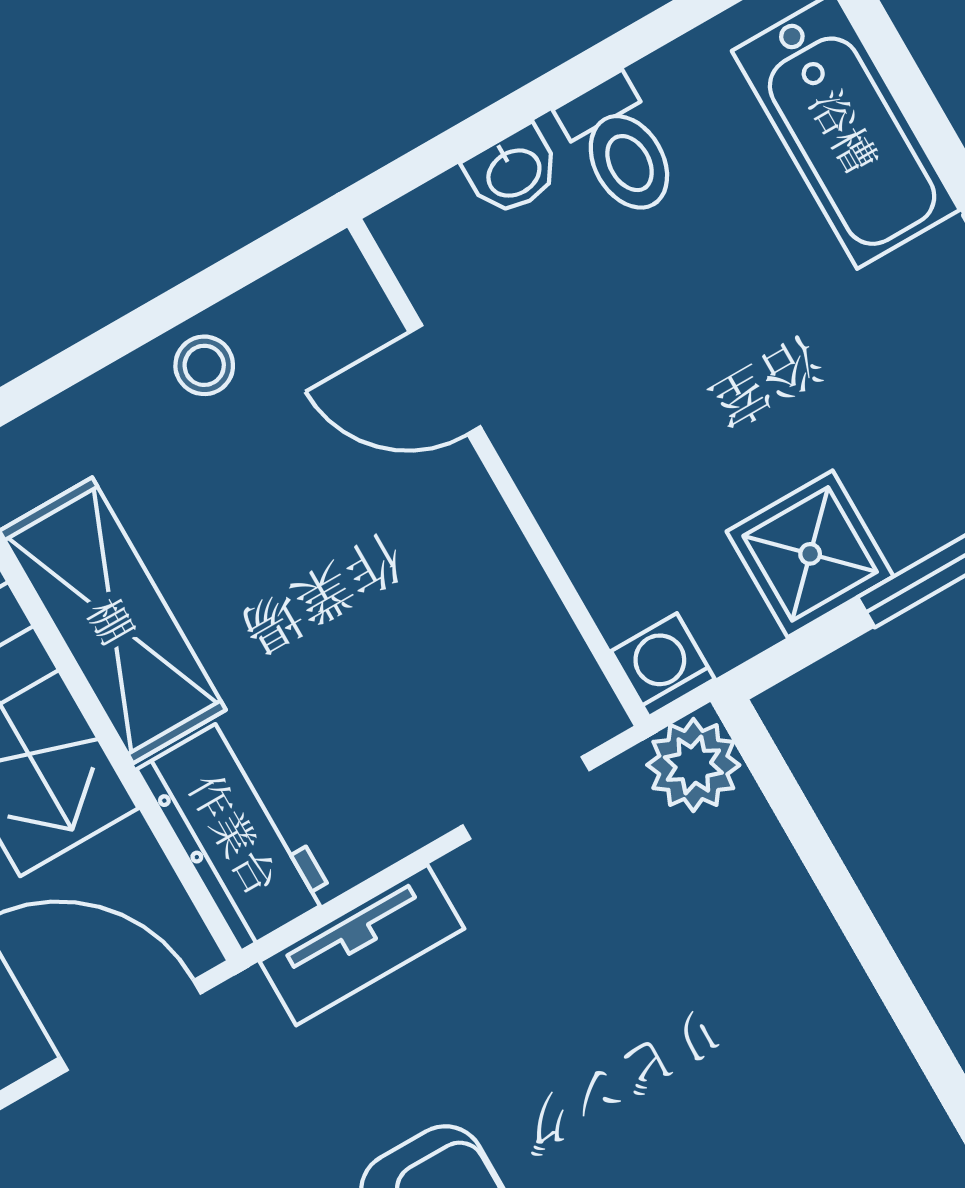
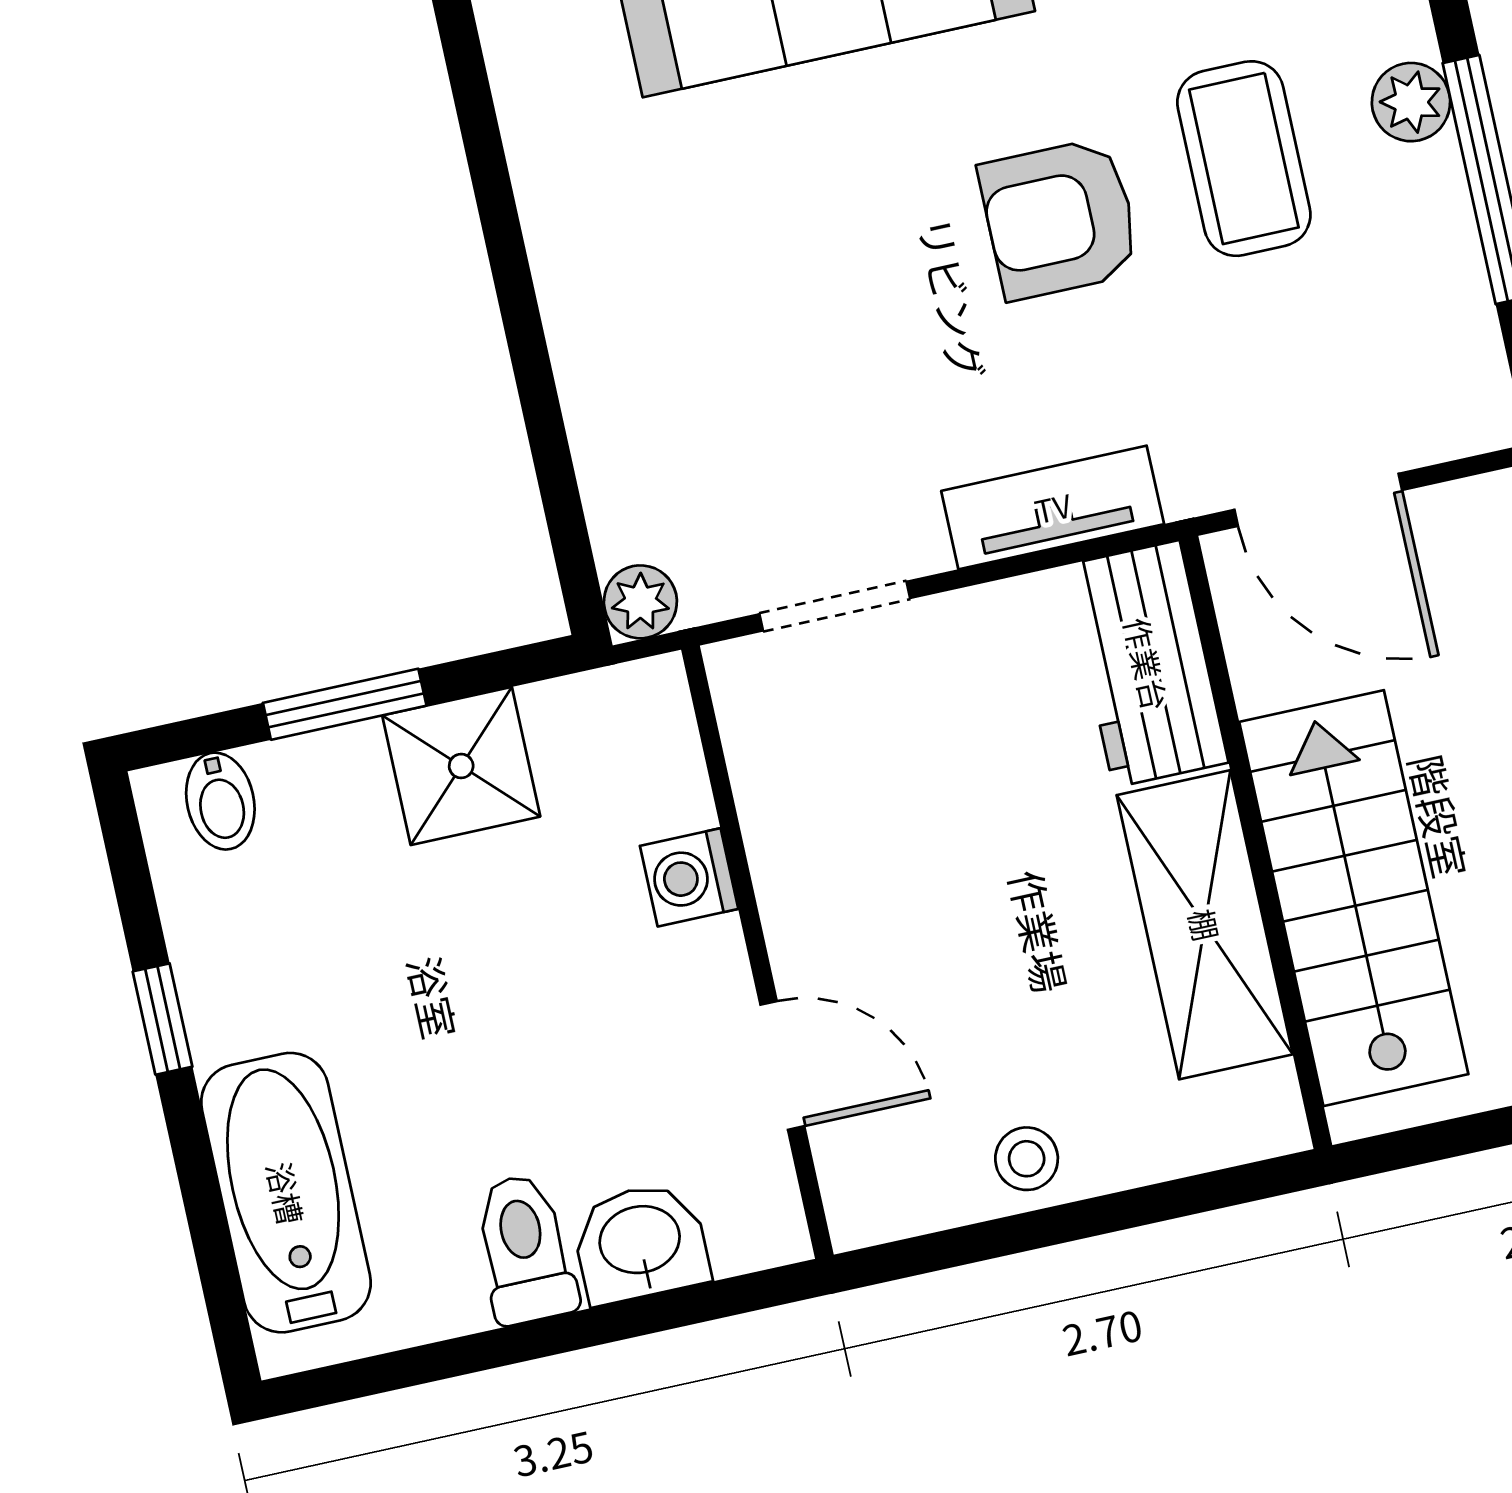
washbasin: (513, 171) -> (640, 1243), width x1.38, depth x1.45
washing machine: (663, 665) -> (689, 877), moved, turned 90
plant: (693, 765) -> (640, 602), width x0.73, depth x0.73

